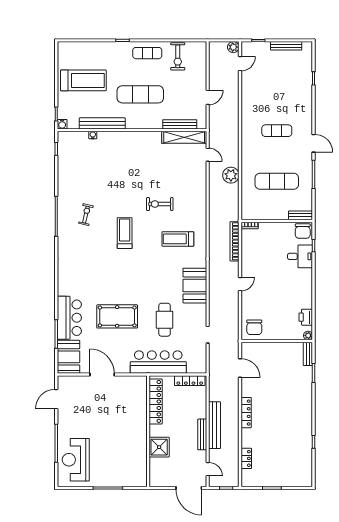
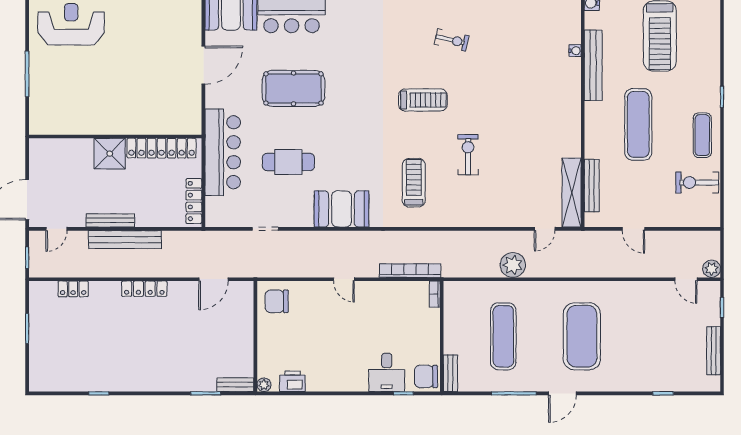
exercise mat: (277, 131) -> (582, 336), width x2.00, depth x1.45
pool table: (117, 316) -> (293, 88), turned 90
shower: (159, 447) -> (110, 154), moved

